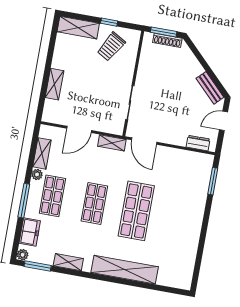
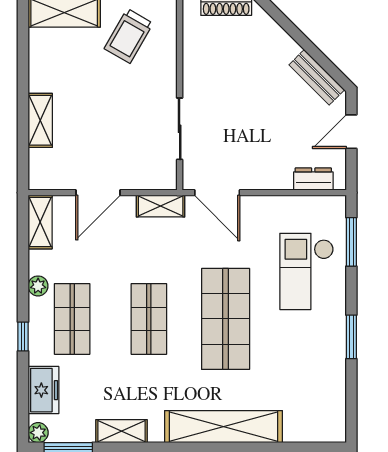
shelving: (42, 153) -> (40, 222), moved
checkout: (185, 193) -> (307, 271), added
window: (24, 201) -> (23, 336), width x0.46
window: (203, 233) -> (351, 337), added

